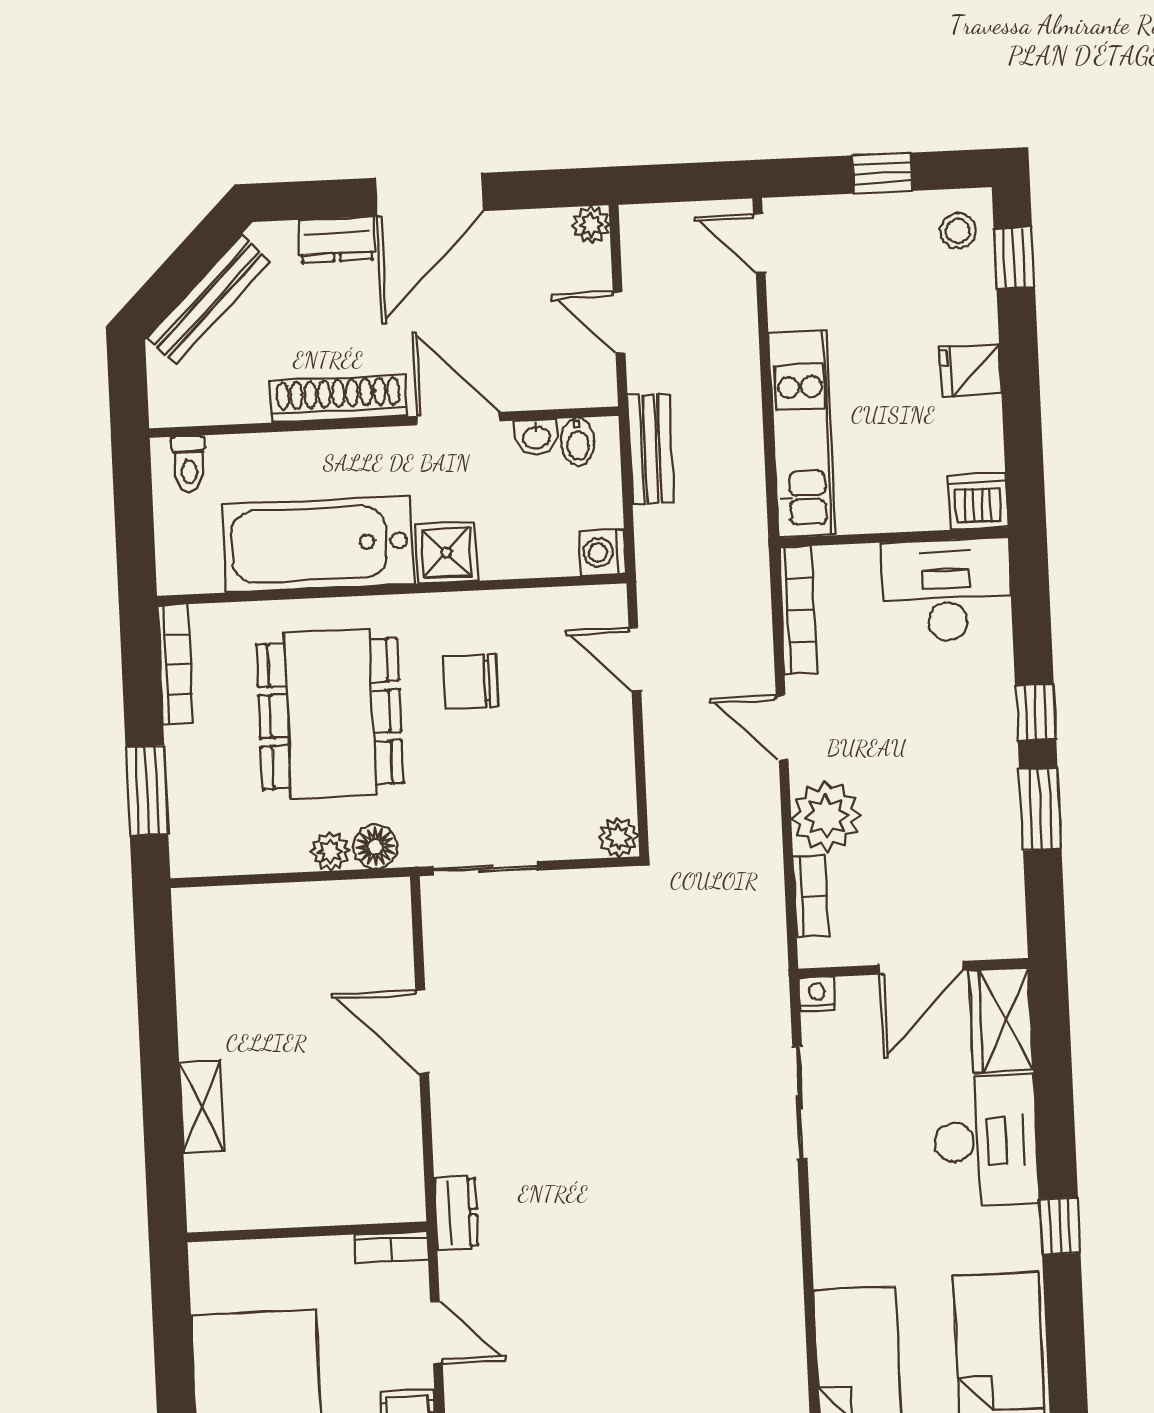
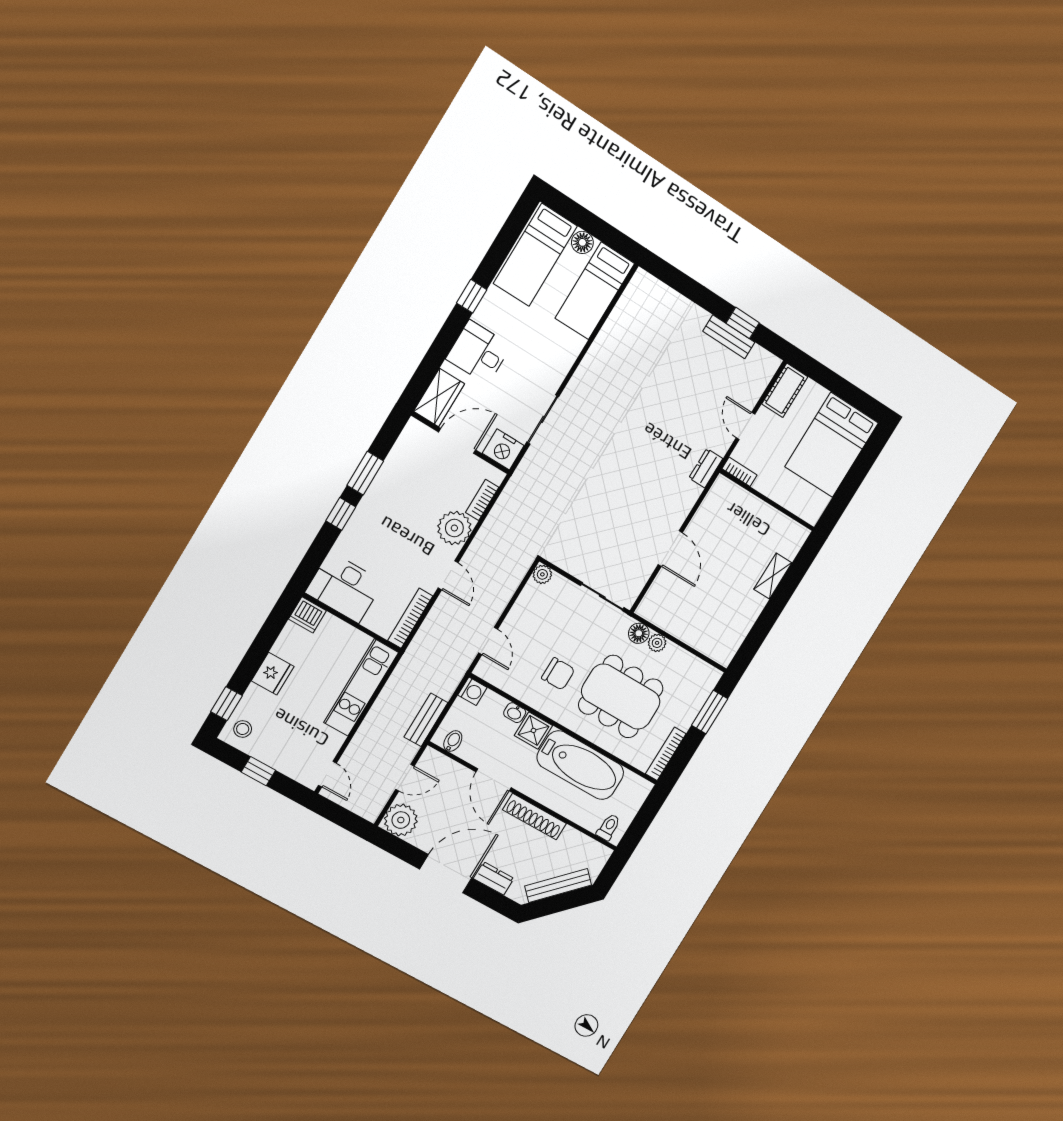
plant: (591, 225) -> (401, 820), width x1.88, depth x1.88
door: (619, 322) -> (405, 778), hinge flipped
fridge: (970, 370) -> (273, 674), width x1.38
washbasin: (536, 437) -> (515, 713), moved, turned 180
dining table: (330, 714) -> (621, 697), turned 90
nightstand: (817, 994) -> (503, 449), width x1.89, depth x1.79
desk: (986, 1141) -> (479, 352), width x0.73

